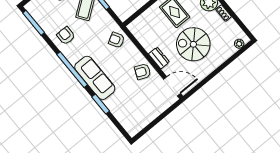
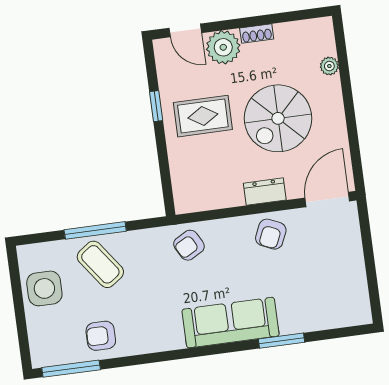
armchair: (66, 36) -> (101, 336), moved
plant: (239, 44) -> (329, 66), moved
window: (72, 70) -> (192, 352), removed

